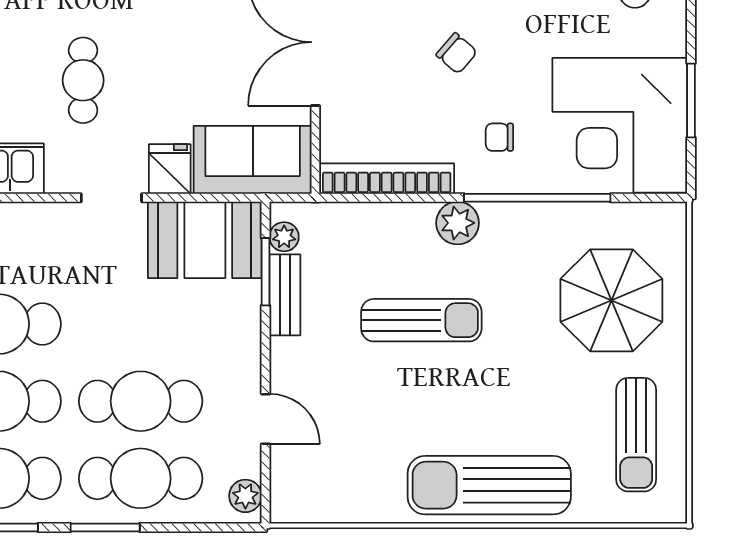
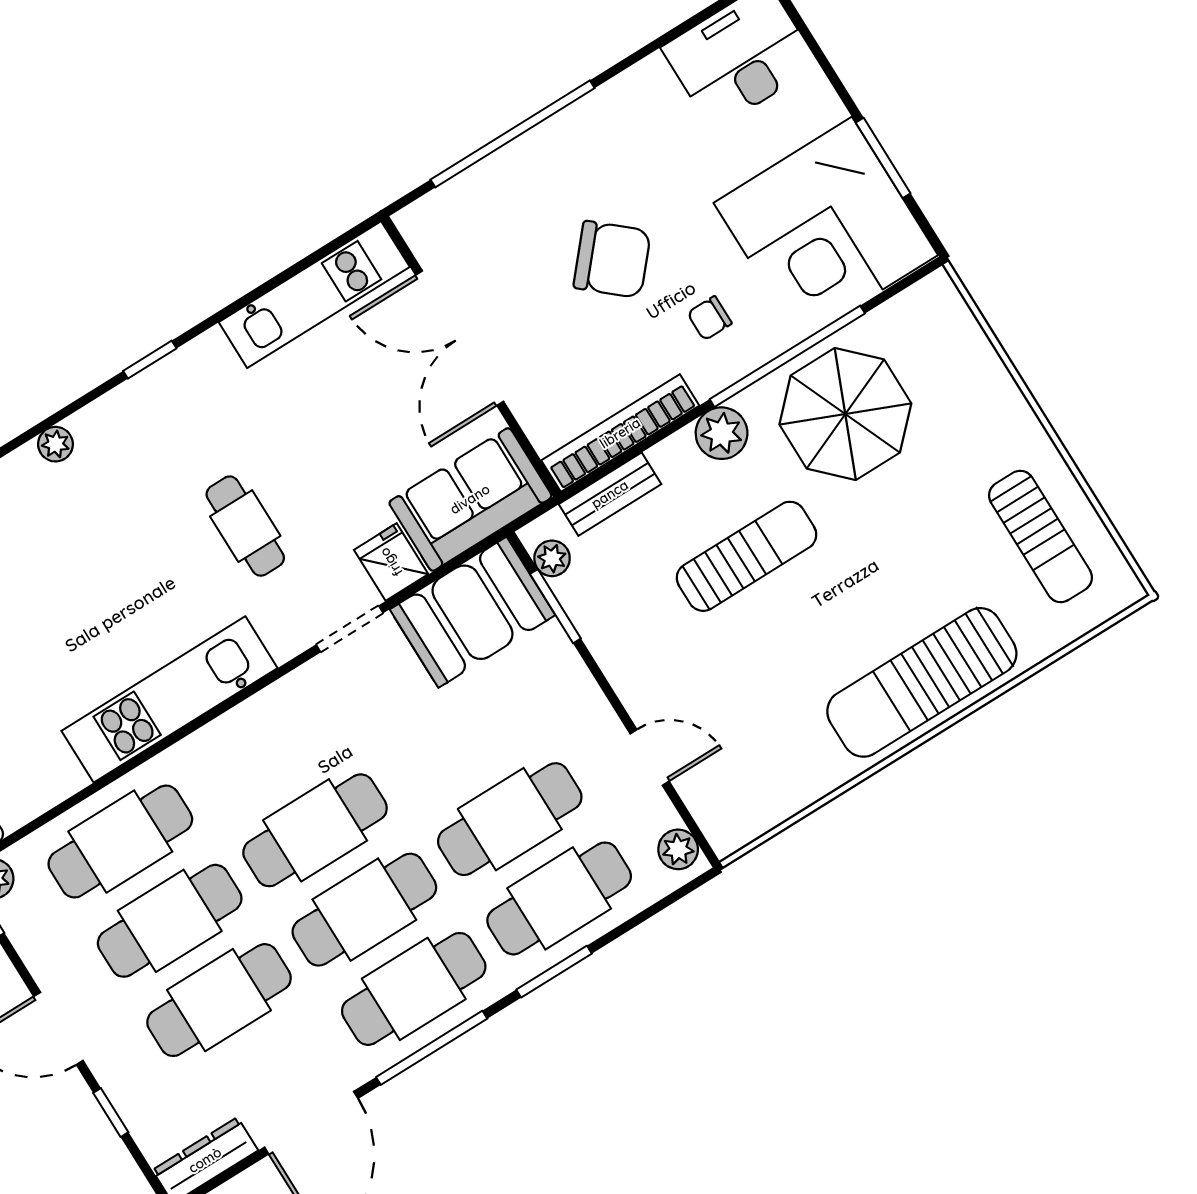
chair: (457, 53) -> (612, 259), width x1.87, depth x1.87
bench: (285, 295) -> (610, 494), moved, turned 90
parasol: (611, 300) -> (845, 414), moved

